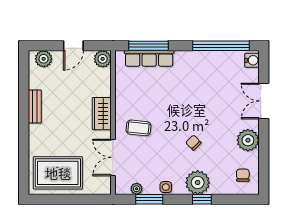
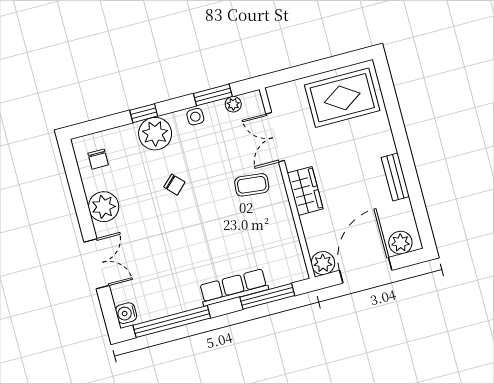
door: (73, 46) -> (366, 270), width x1.88
row of seats: (149, 58) -> (234, 287), moved
double door: (113, 157) -> (275, 137), swing flipped

